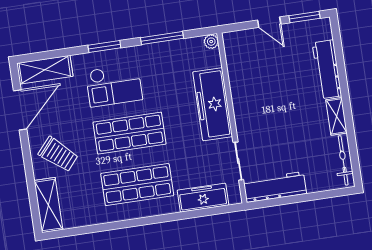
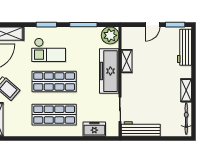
door: (269, 22) -> (152, 25), hinge flipped
plant: (211, 42) -> (110, 35), width x1.88, depth x1.88
workbench: (327, 69) -> (184, 47), moved
shelving: (237, 85) -> (127, 61), added
freezer: (203, 198) -> (94, 129), width x0.71

